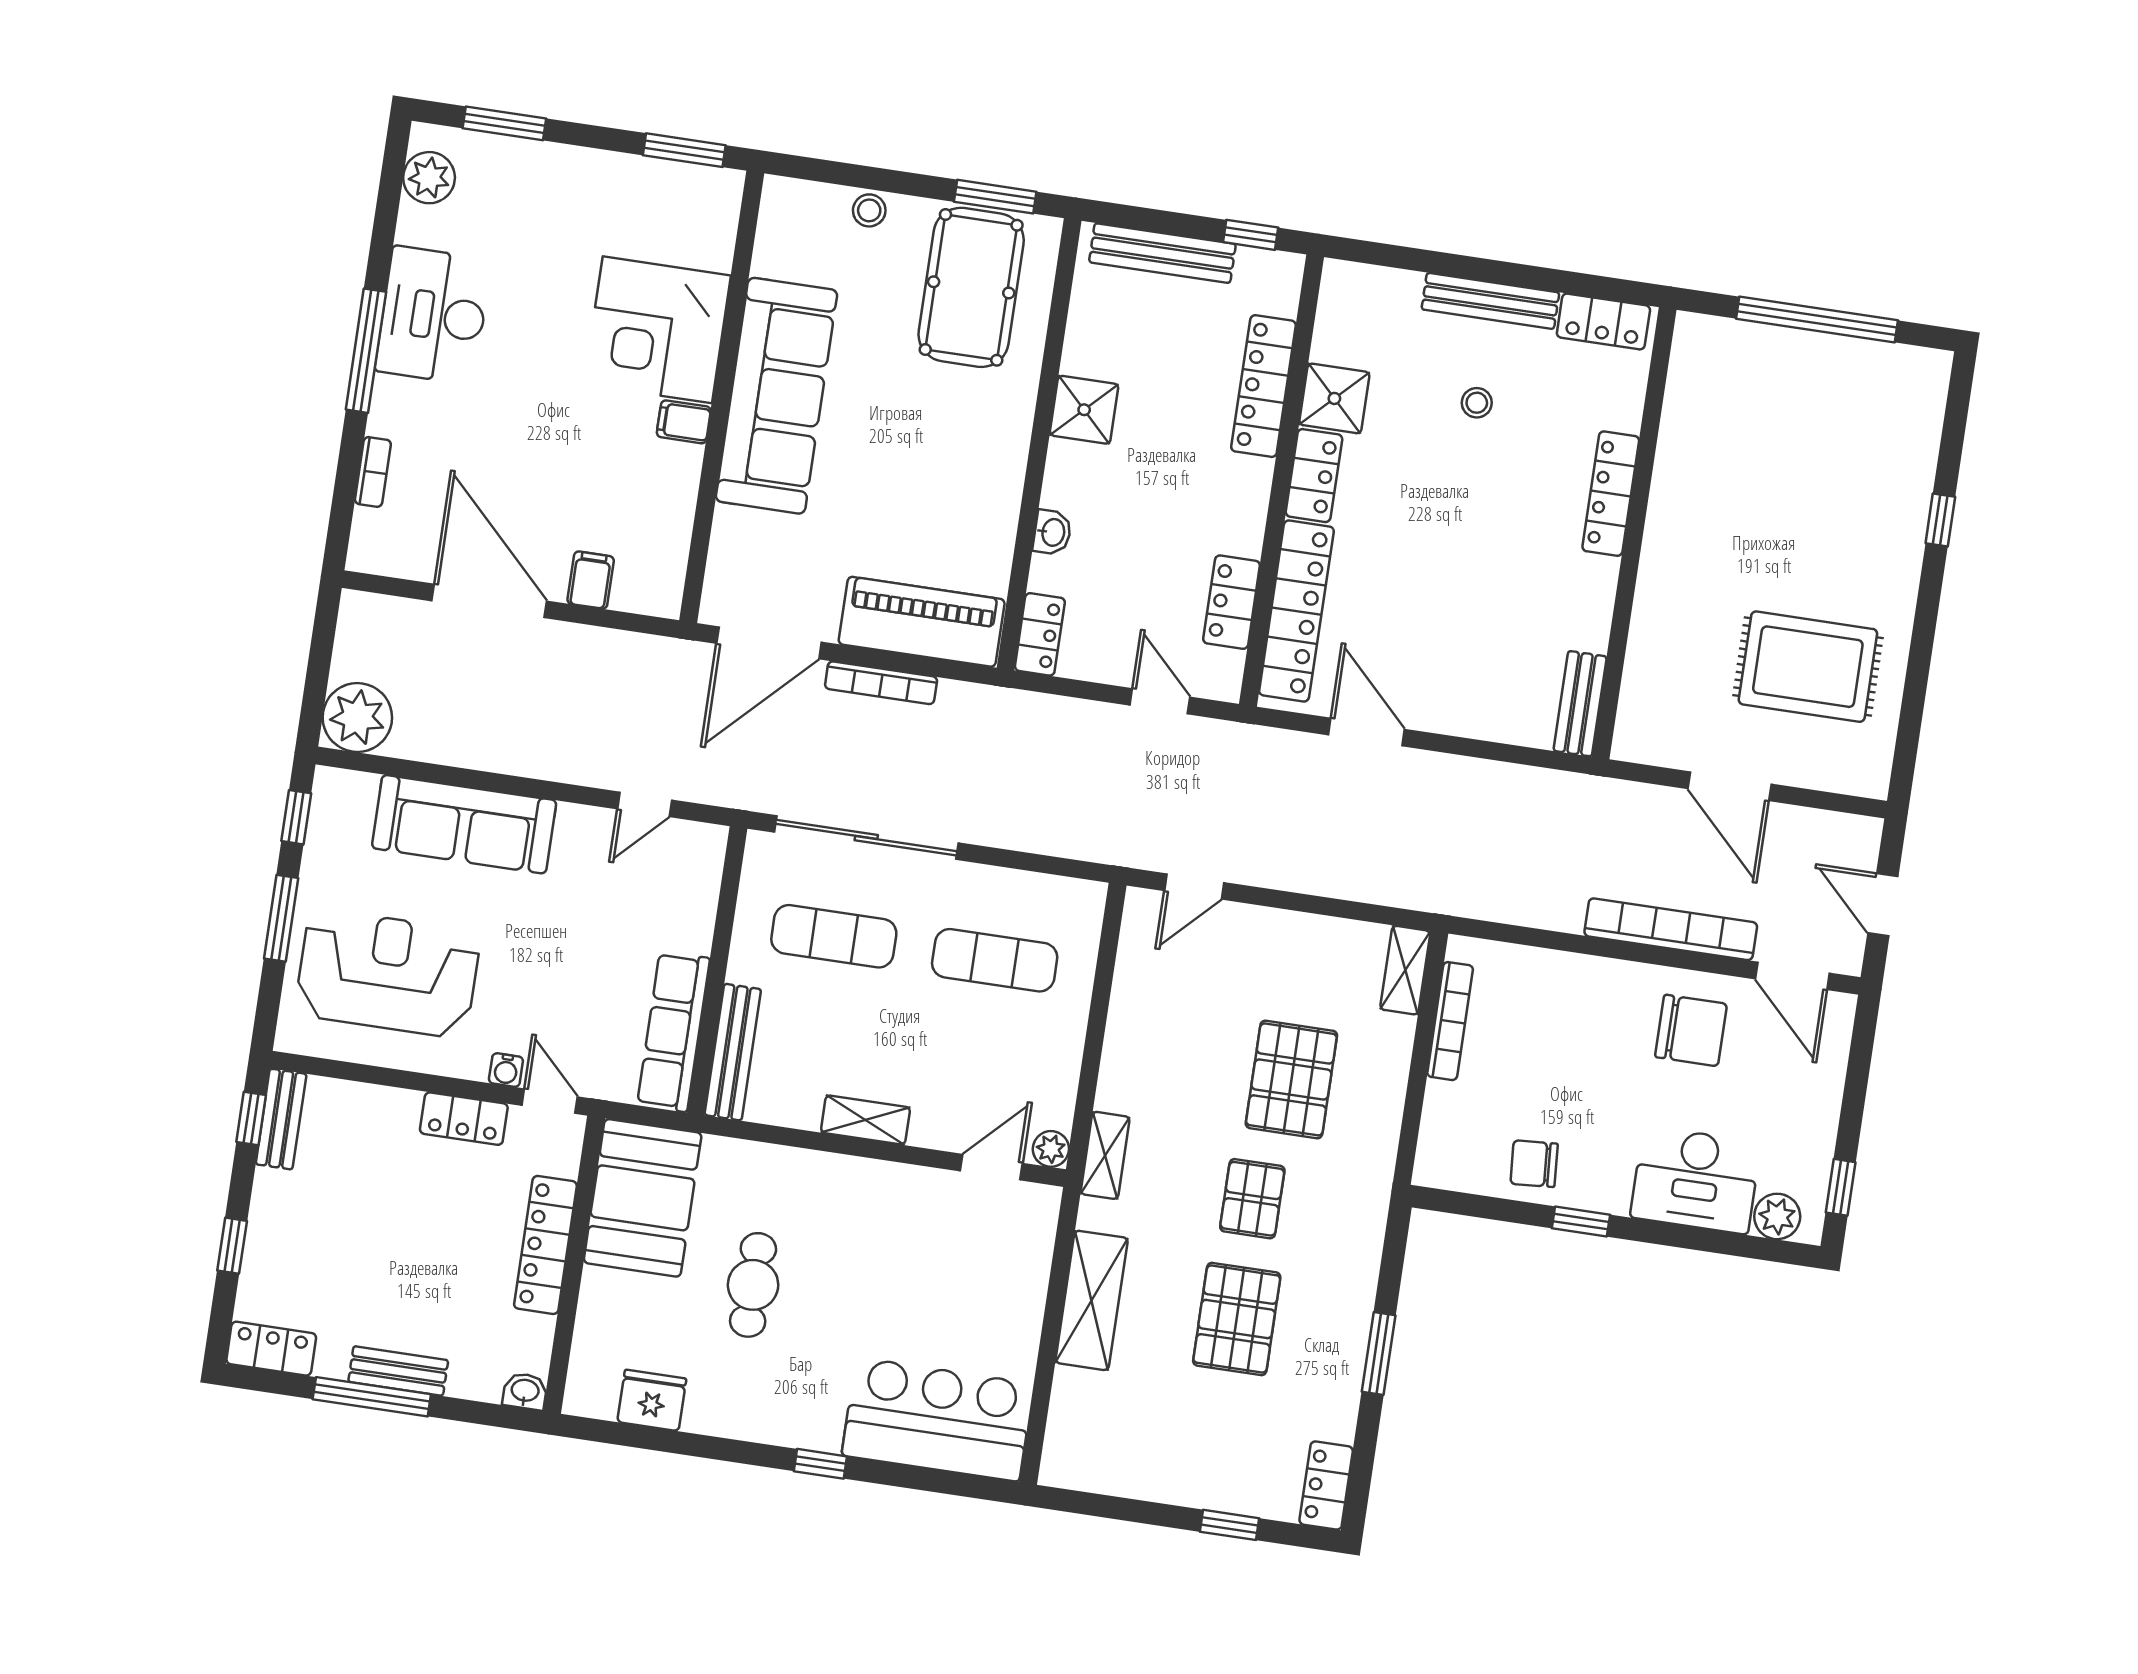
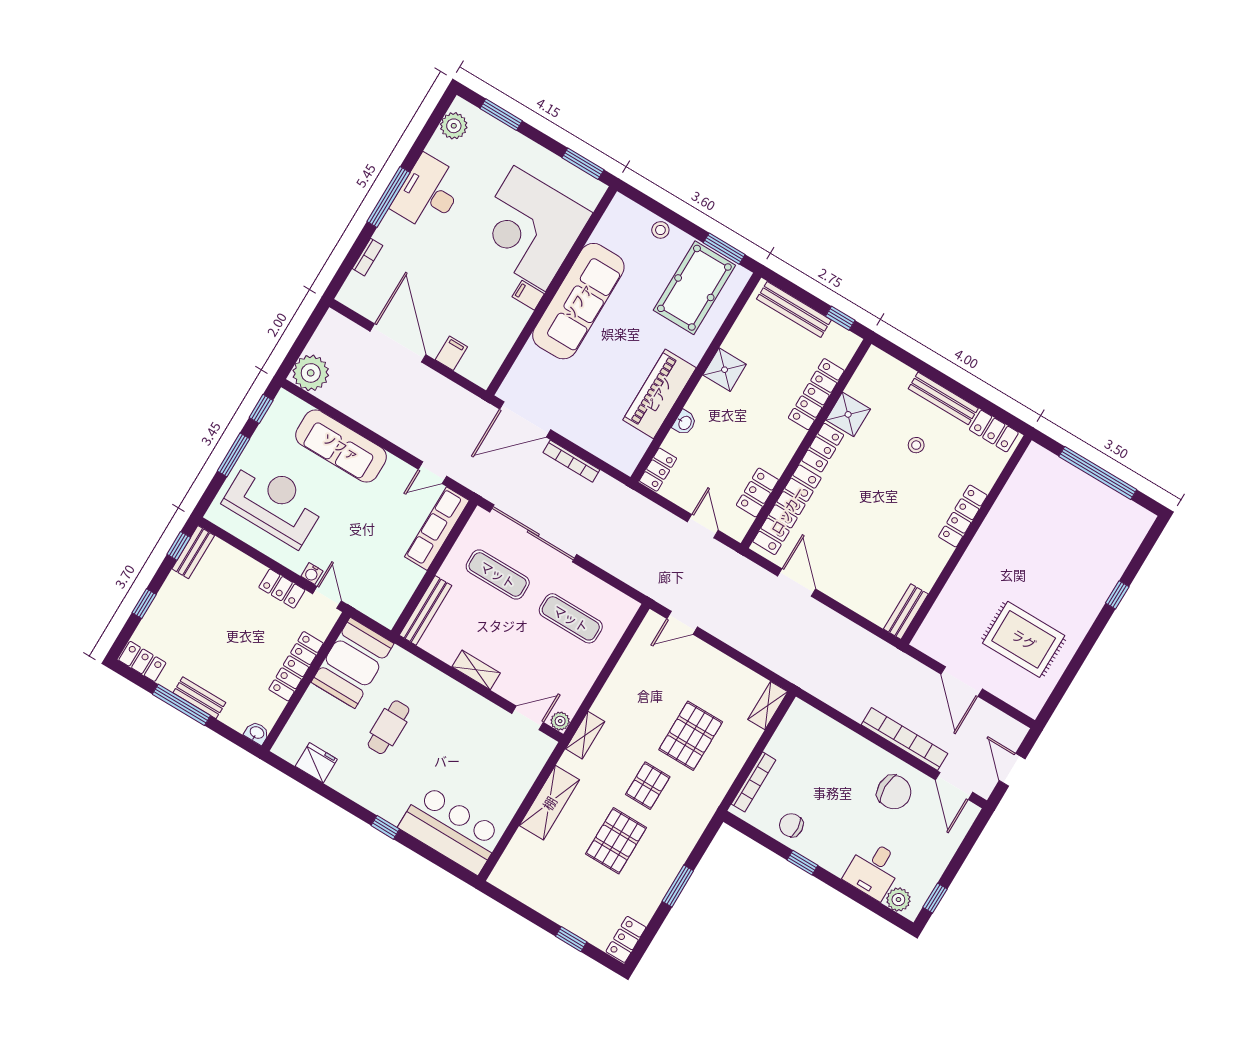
corner desk: (657, 330) -> (530, 229), width x1.36, depth x1.36
piano: (922, 622) -> (659, 394), moved, turned -90
bookcase: (1450, 1021) -> (754, 782), moved
row of seats: (673, 1032) -> (437, 529), moved
desk: (1696, 1180) -> (874, 870), width x0.73

